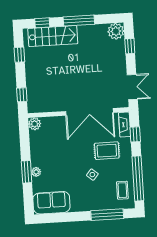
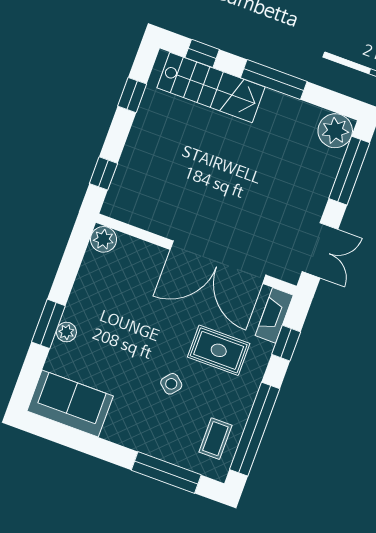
window: (130, 46) -> (349, 171), width x2.17

